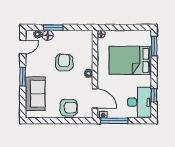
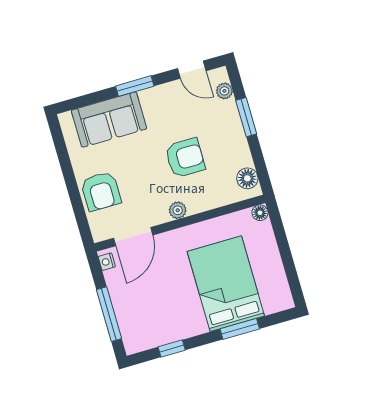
floor lamp: (48, 35) -> (247, 178), moved
window: (154, 46) -> (240, 329), moved
desk: (139, 102) -> (151, 324), removed
window: (114, 121) -> (109, 314), moved

